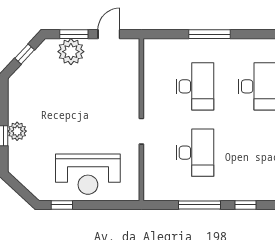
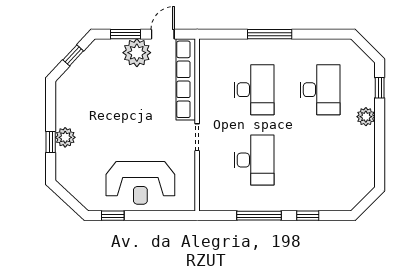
plant: (71, 52) -> (137, 53), moved
row of seats: (131, 77) -> (186, 79), added

